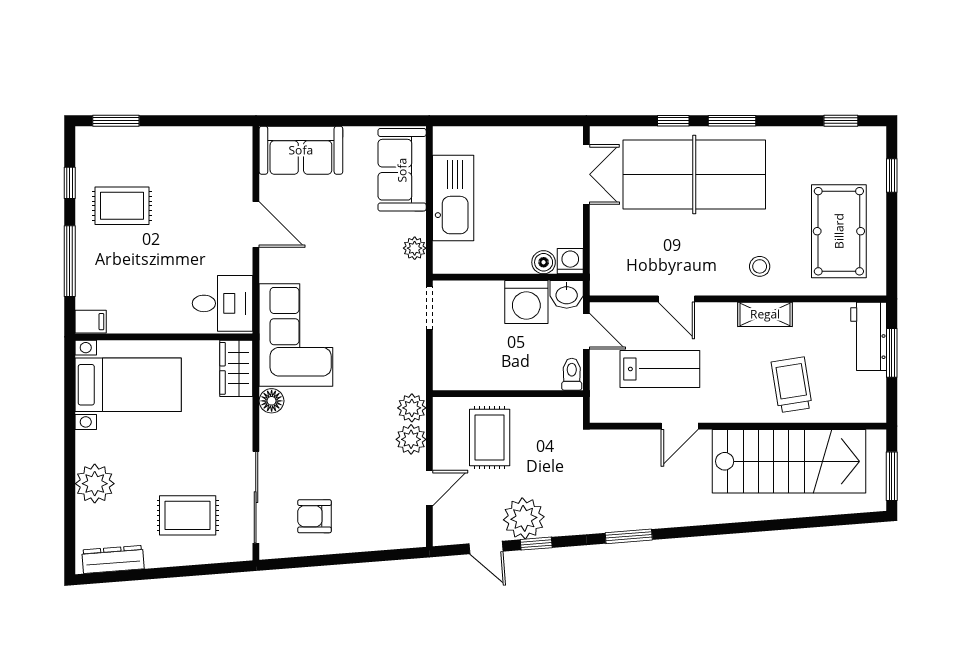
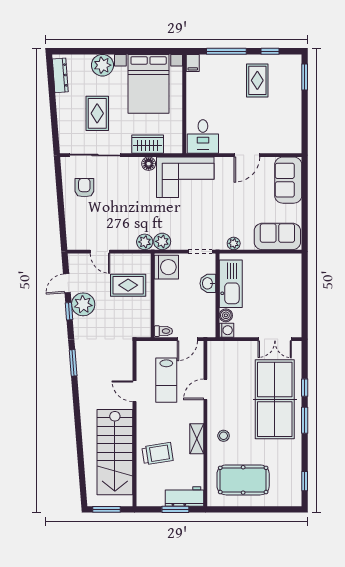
window: (892, 175) -> (274, 509), removed
kitchen sink: (453, 198) -> (231, 284), moved, turned -90
washbasin: (567, 294) -> (208, 283), moved
washing machine: (526, 302) -> (166, 267), moved, turned 180
wardrobe: (236, 368) -> (148, 144), moved
bed with nightstands: (128, 385) -> (149, 84), width x1.36
plant: (411, 439) -> (162, 241), moved
rug: (188, 515) -> (97, 113), moved

